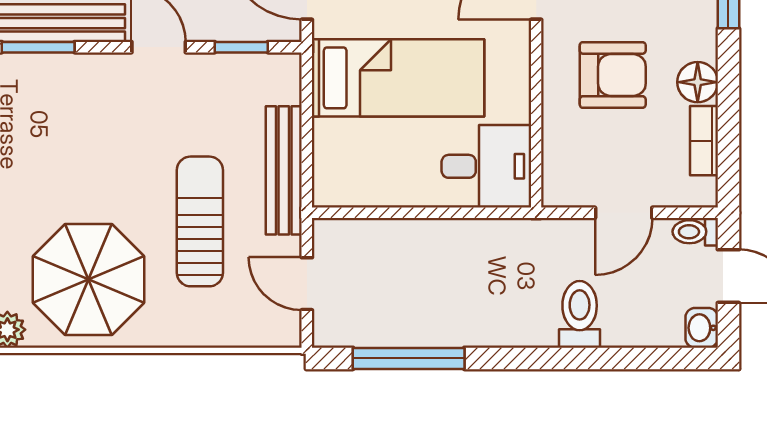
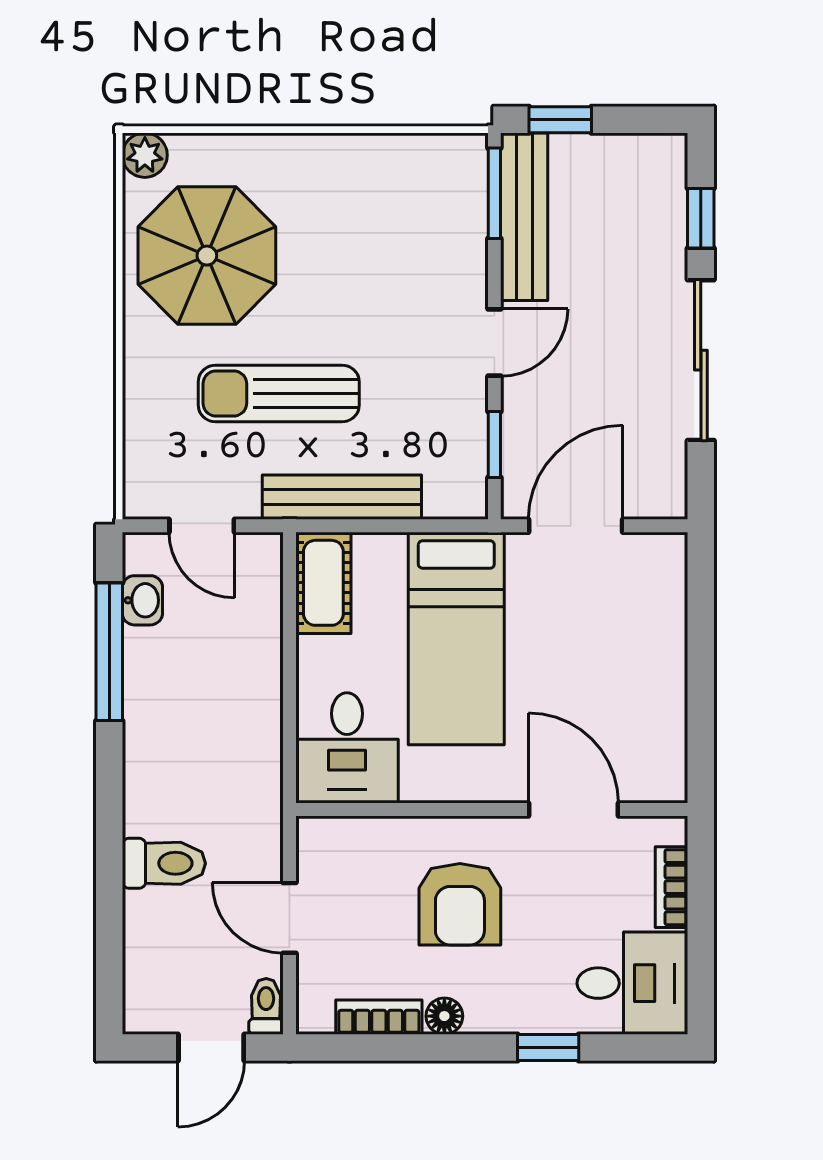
floor lamp: (698, 82) -> (444, 1016), width x0.73, depth x0.73
cot: (353, 185) -> (323, 583), added
sun lounger: (200, 221) -> (279, 393), turned 180
door: (307, 284) -> (202, 526), swing flipped
washbasin: (702, 328) -> (142, 600), moved, turned 90

